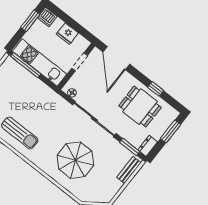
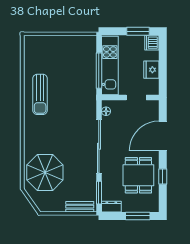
door: (116, 58) -> (163, 136), moved
window: (26, 65) -> (99, 71), moved
parasol: (75, 160) -> (45, 173), moved

